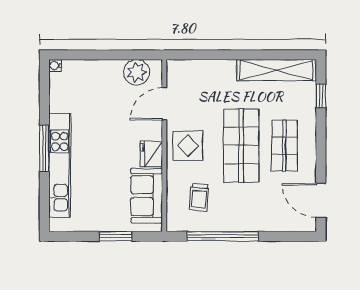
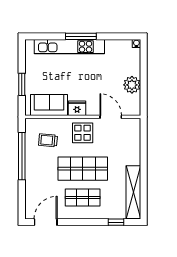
plant: (137, 72) -> (132, 85), moved

